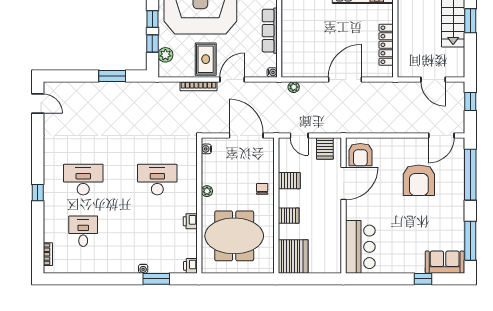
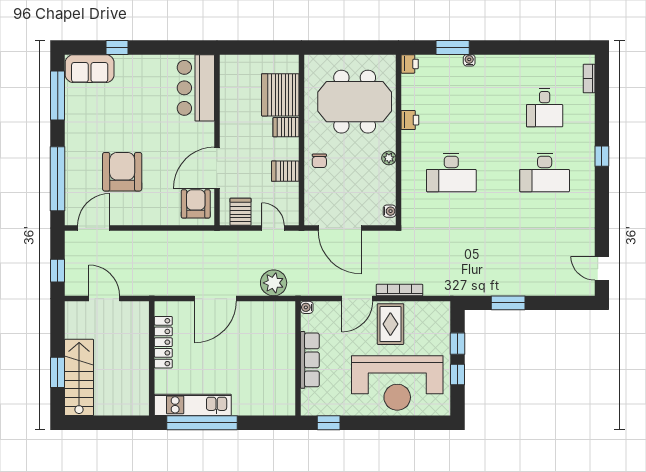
plant: (165, 55) -> (441, 330), removed
plant: (294, 87) -> (274, 283), width x1.88, depth x1.88
server rack: (293, 256) -> (280, 95), moved

